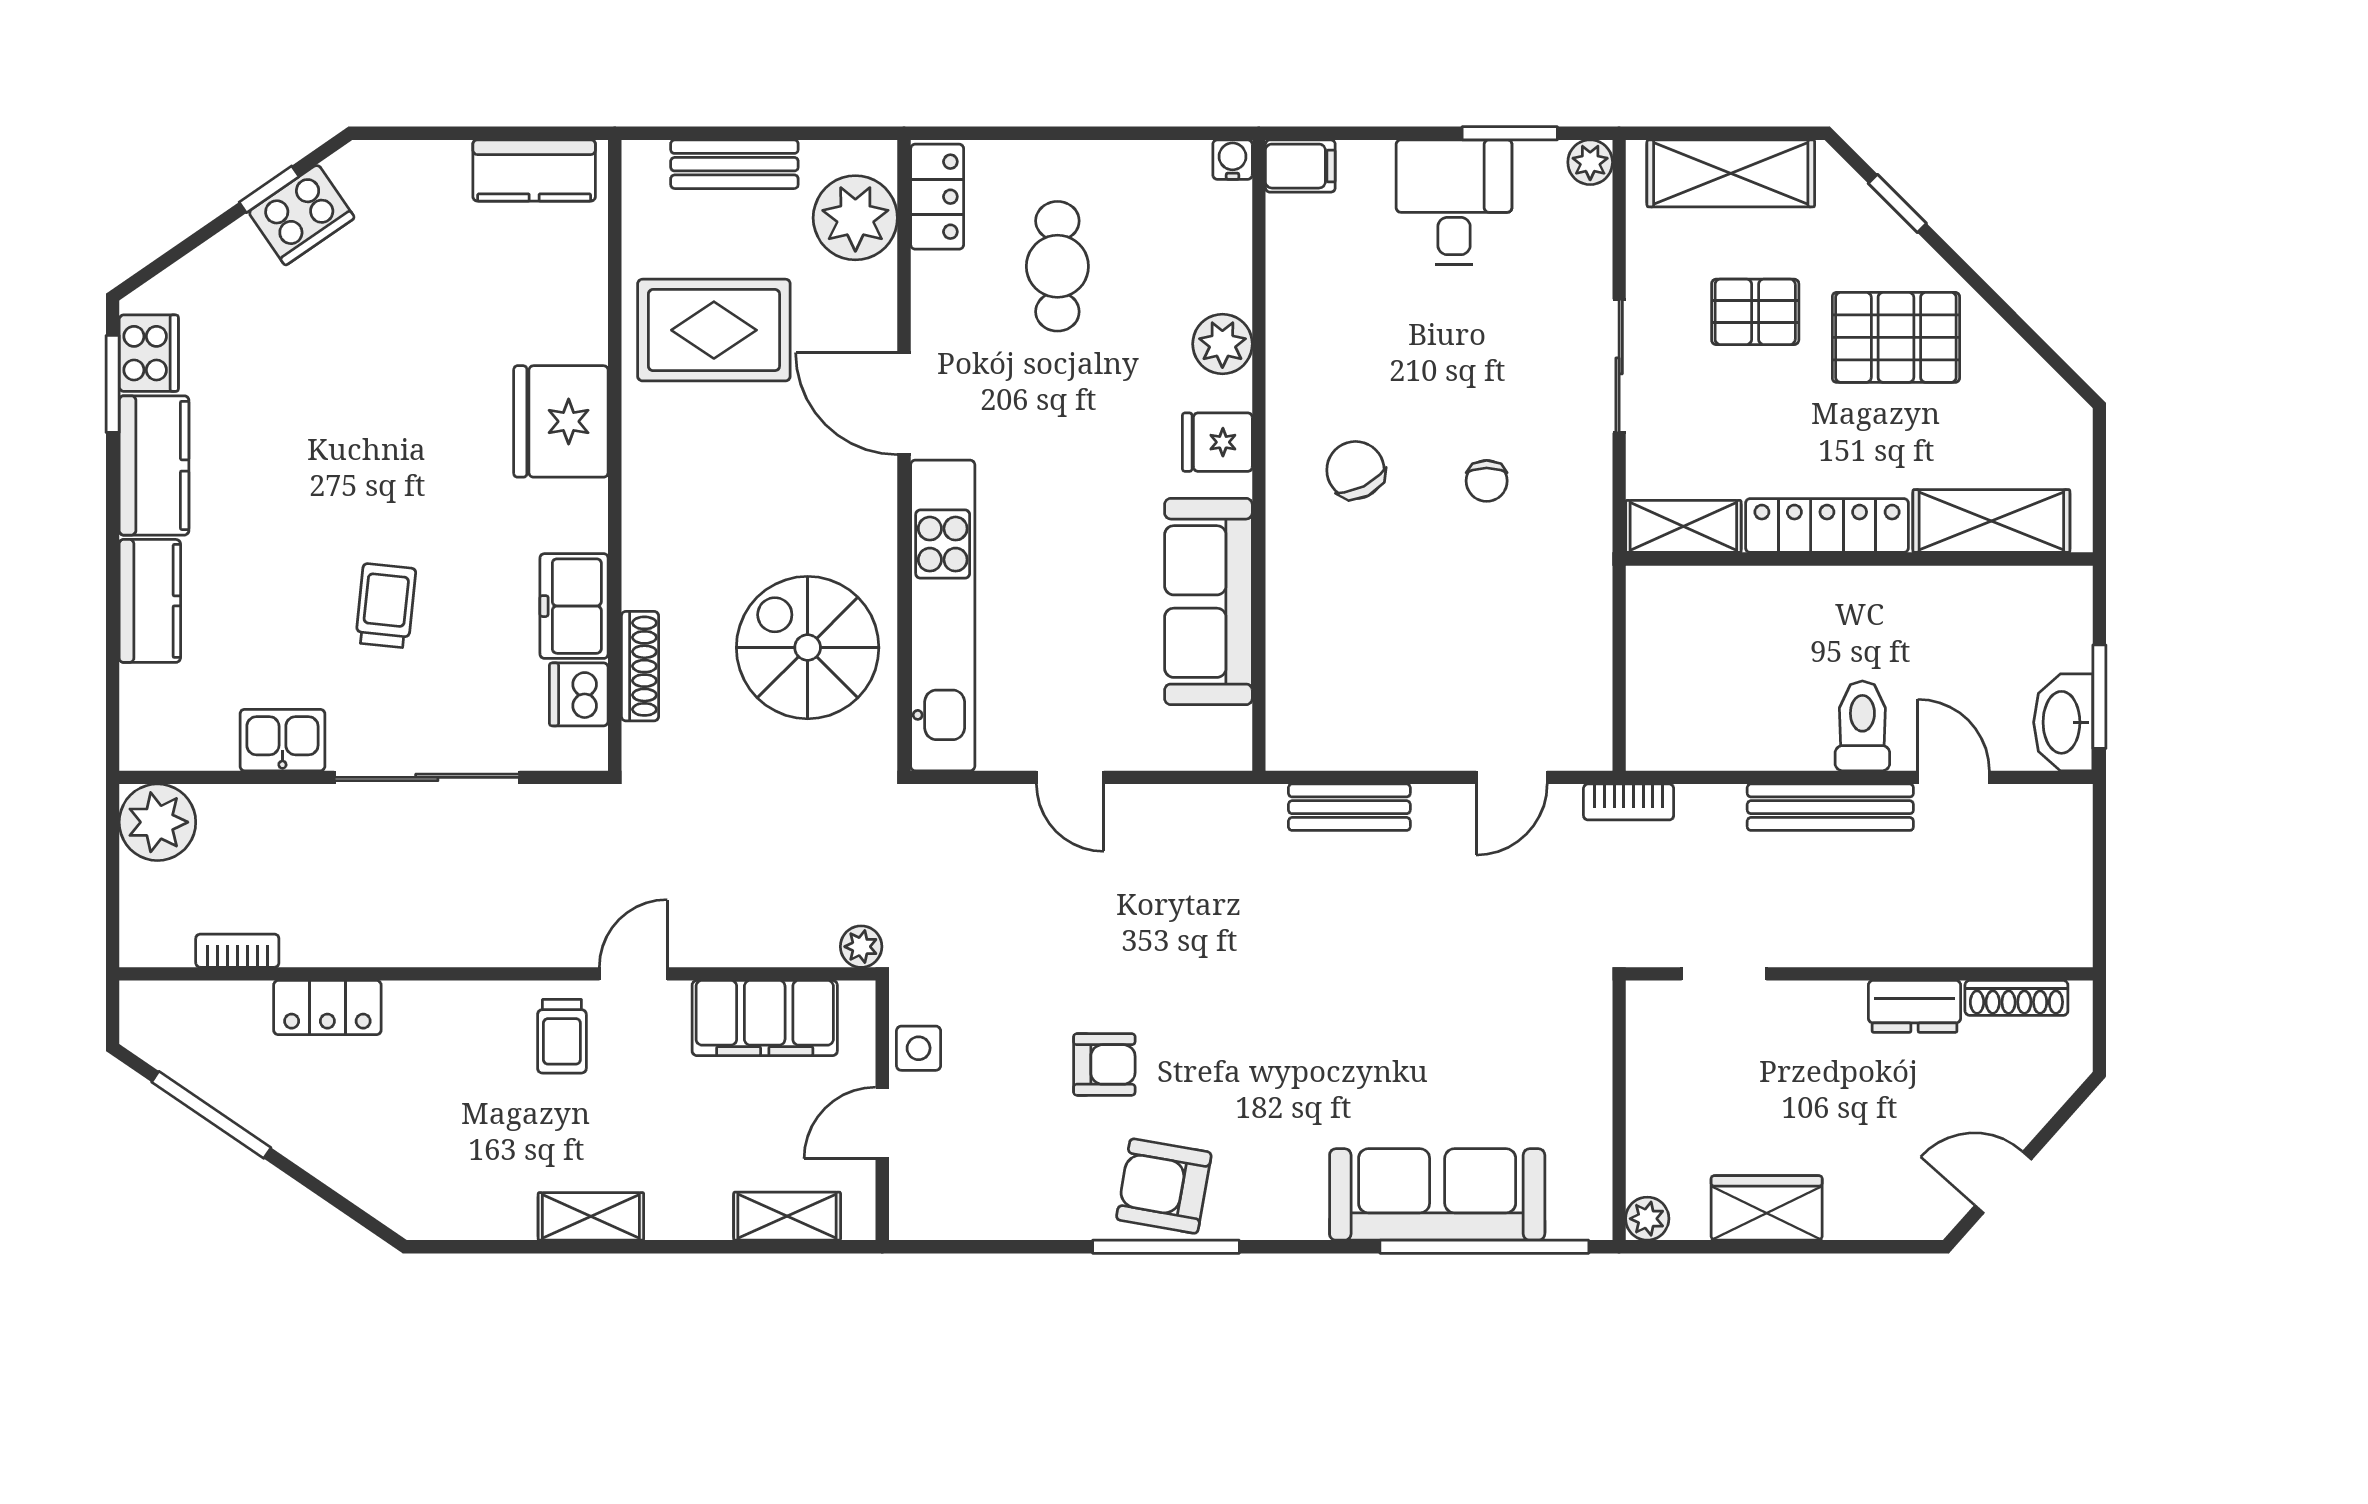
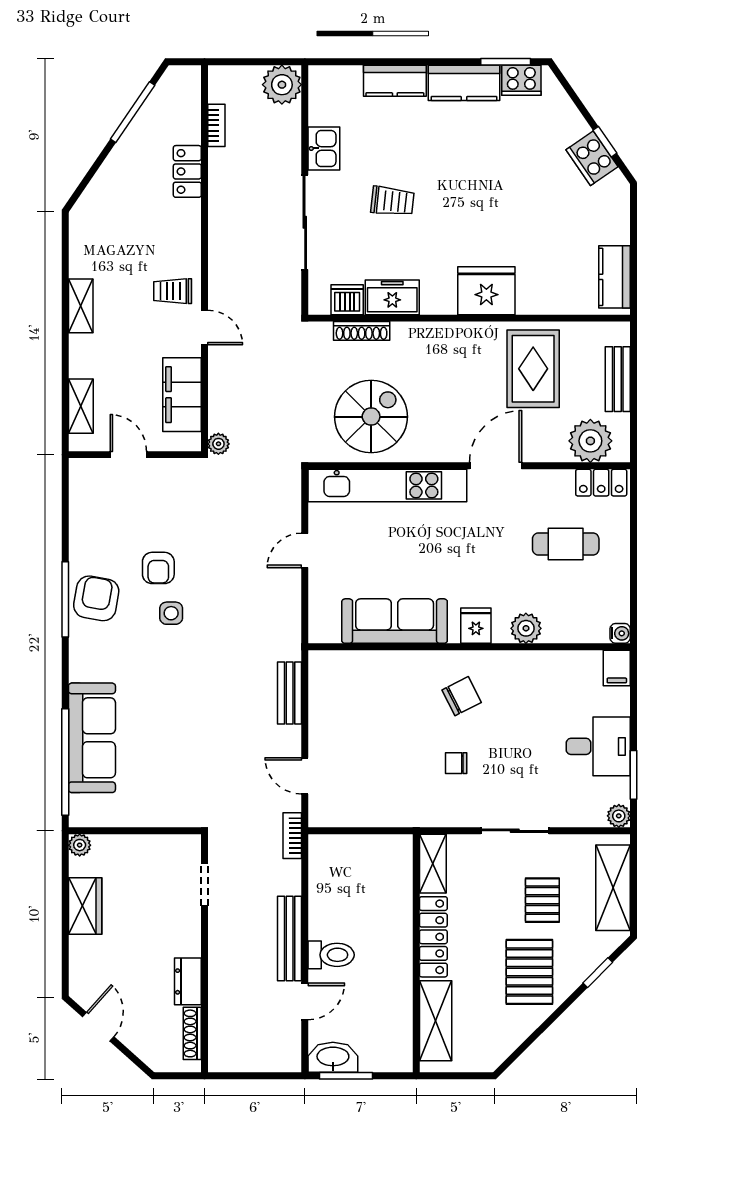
side table: (919, 1048) -> (171, 613), moved

